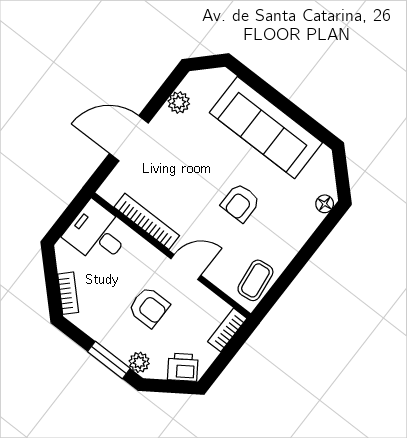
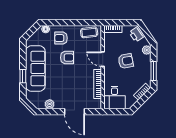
window: (270, 93) -> (23, 76), added
armchair: (286, 220) -> (61, 38), added
armchair: (149, 307) -> (126, 61), turned 79
window: (109, 360) -> (154, 71), moved

